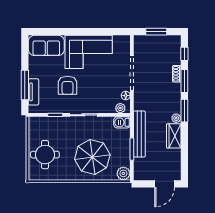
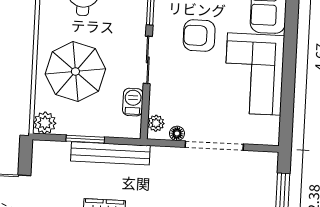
barbecue: (122, 122) -> (133, 102), moved

